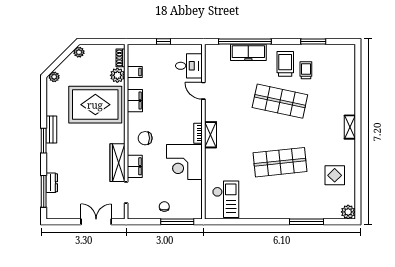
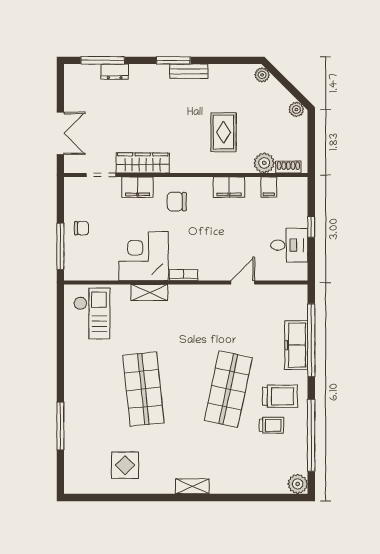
window: (313, 42) -> (311, 435), width x2.11
desk: (189, 66) -> (289, 245), moved, turned -90
rug: (95, 105) -> (224, 132), width x0.54, depth x0.49
shelving: (211, 135) -> (149, 292), moved
chair: (145, 138) -> (177, 202), turned -90
checkout: (226, 199) -> (92, 314), turned -90
plant: (348, 212) -> (298, 484), moved

